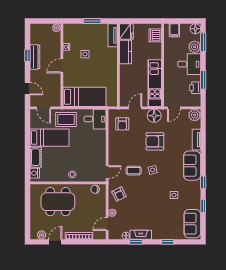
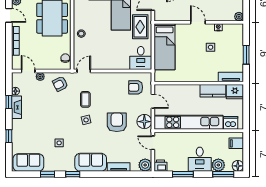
kitchen unit: (155, 83) -> (188, 122), width x1.36
printer: (195, 88) -> (161, 166), moved
door: (107, 172) -> (84, 71), swing flipped

